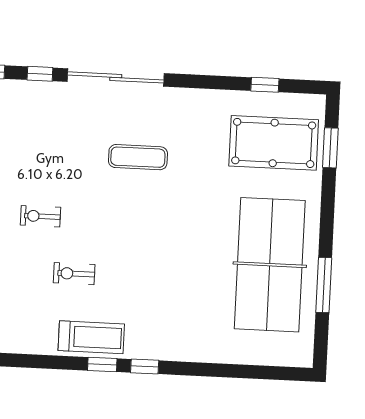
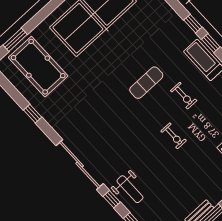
window: (265, 85) -> (33, 114), moved
weight bench: (30, 106) -> (130, 189), added
exercise mat: (138, 157) -> (146, 83), moved, turned 90

